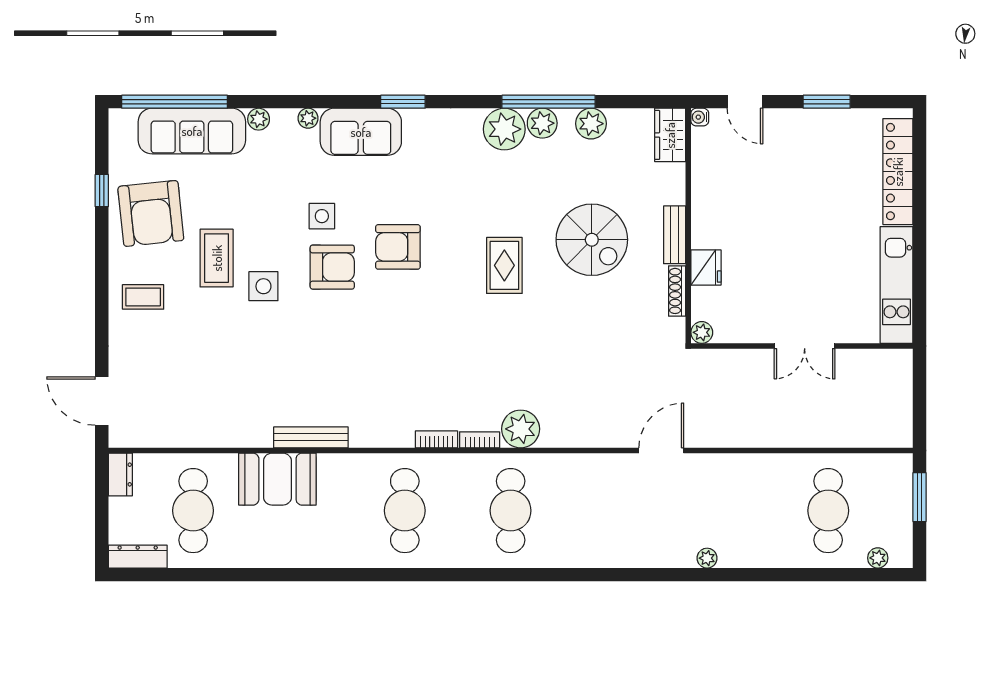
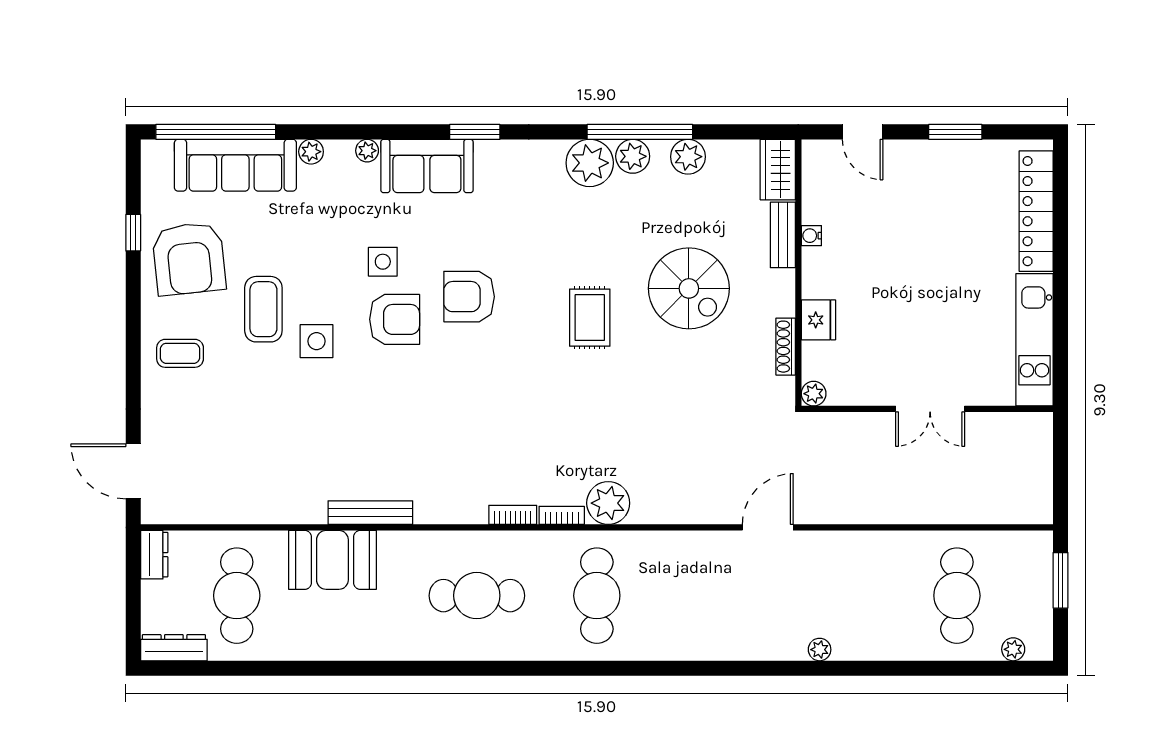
water cooler: (700, 117) -> (811, 236), moved
bench: (675, 235) -> (783, 235), moved
cafe table: (405, 511) -> (477, 596), turned 90

